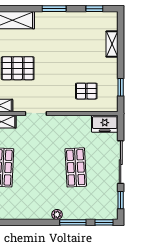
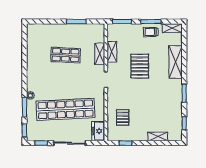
shop shelf: (76, 167) -> (66, 109), width x2.00, depth x1.36

